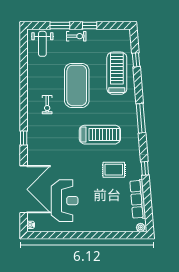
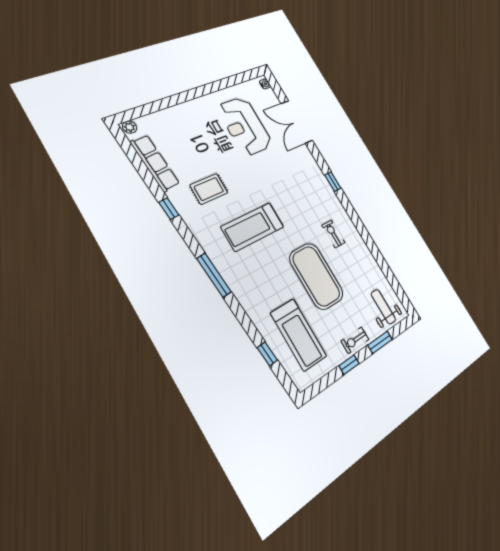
treadmill: (117, 73) -> (299, 335), moved
double door: (24, 189) -> (297, 122), width x0.73

